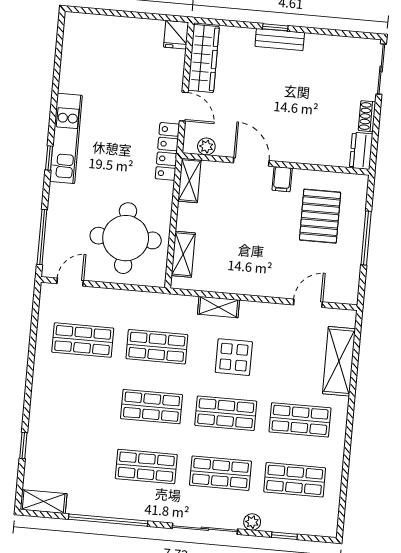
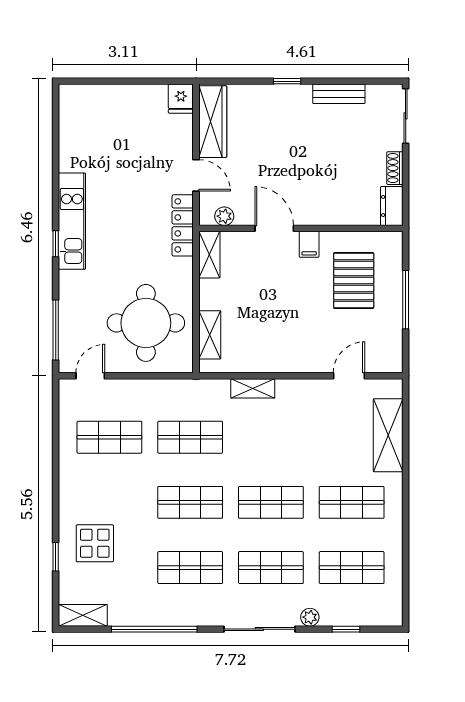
bench: (280, 40) -> (339, 94), moved
display table: (234, 357) -> (95, 543), moved

